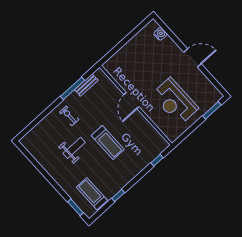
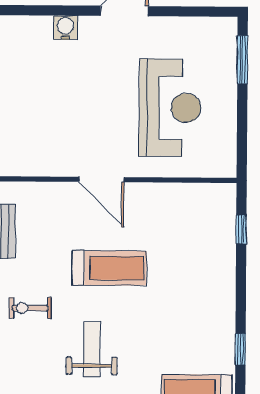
water cooler: (160, 34) -> (65, 28), moved
reception desk: (175, 101) -> (170, 108), turned -90
treadmill: (108, 142) -> (109, 268), moved

